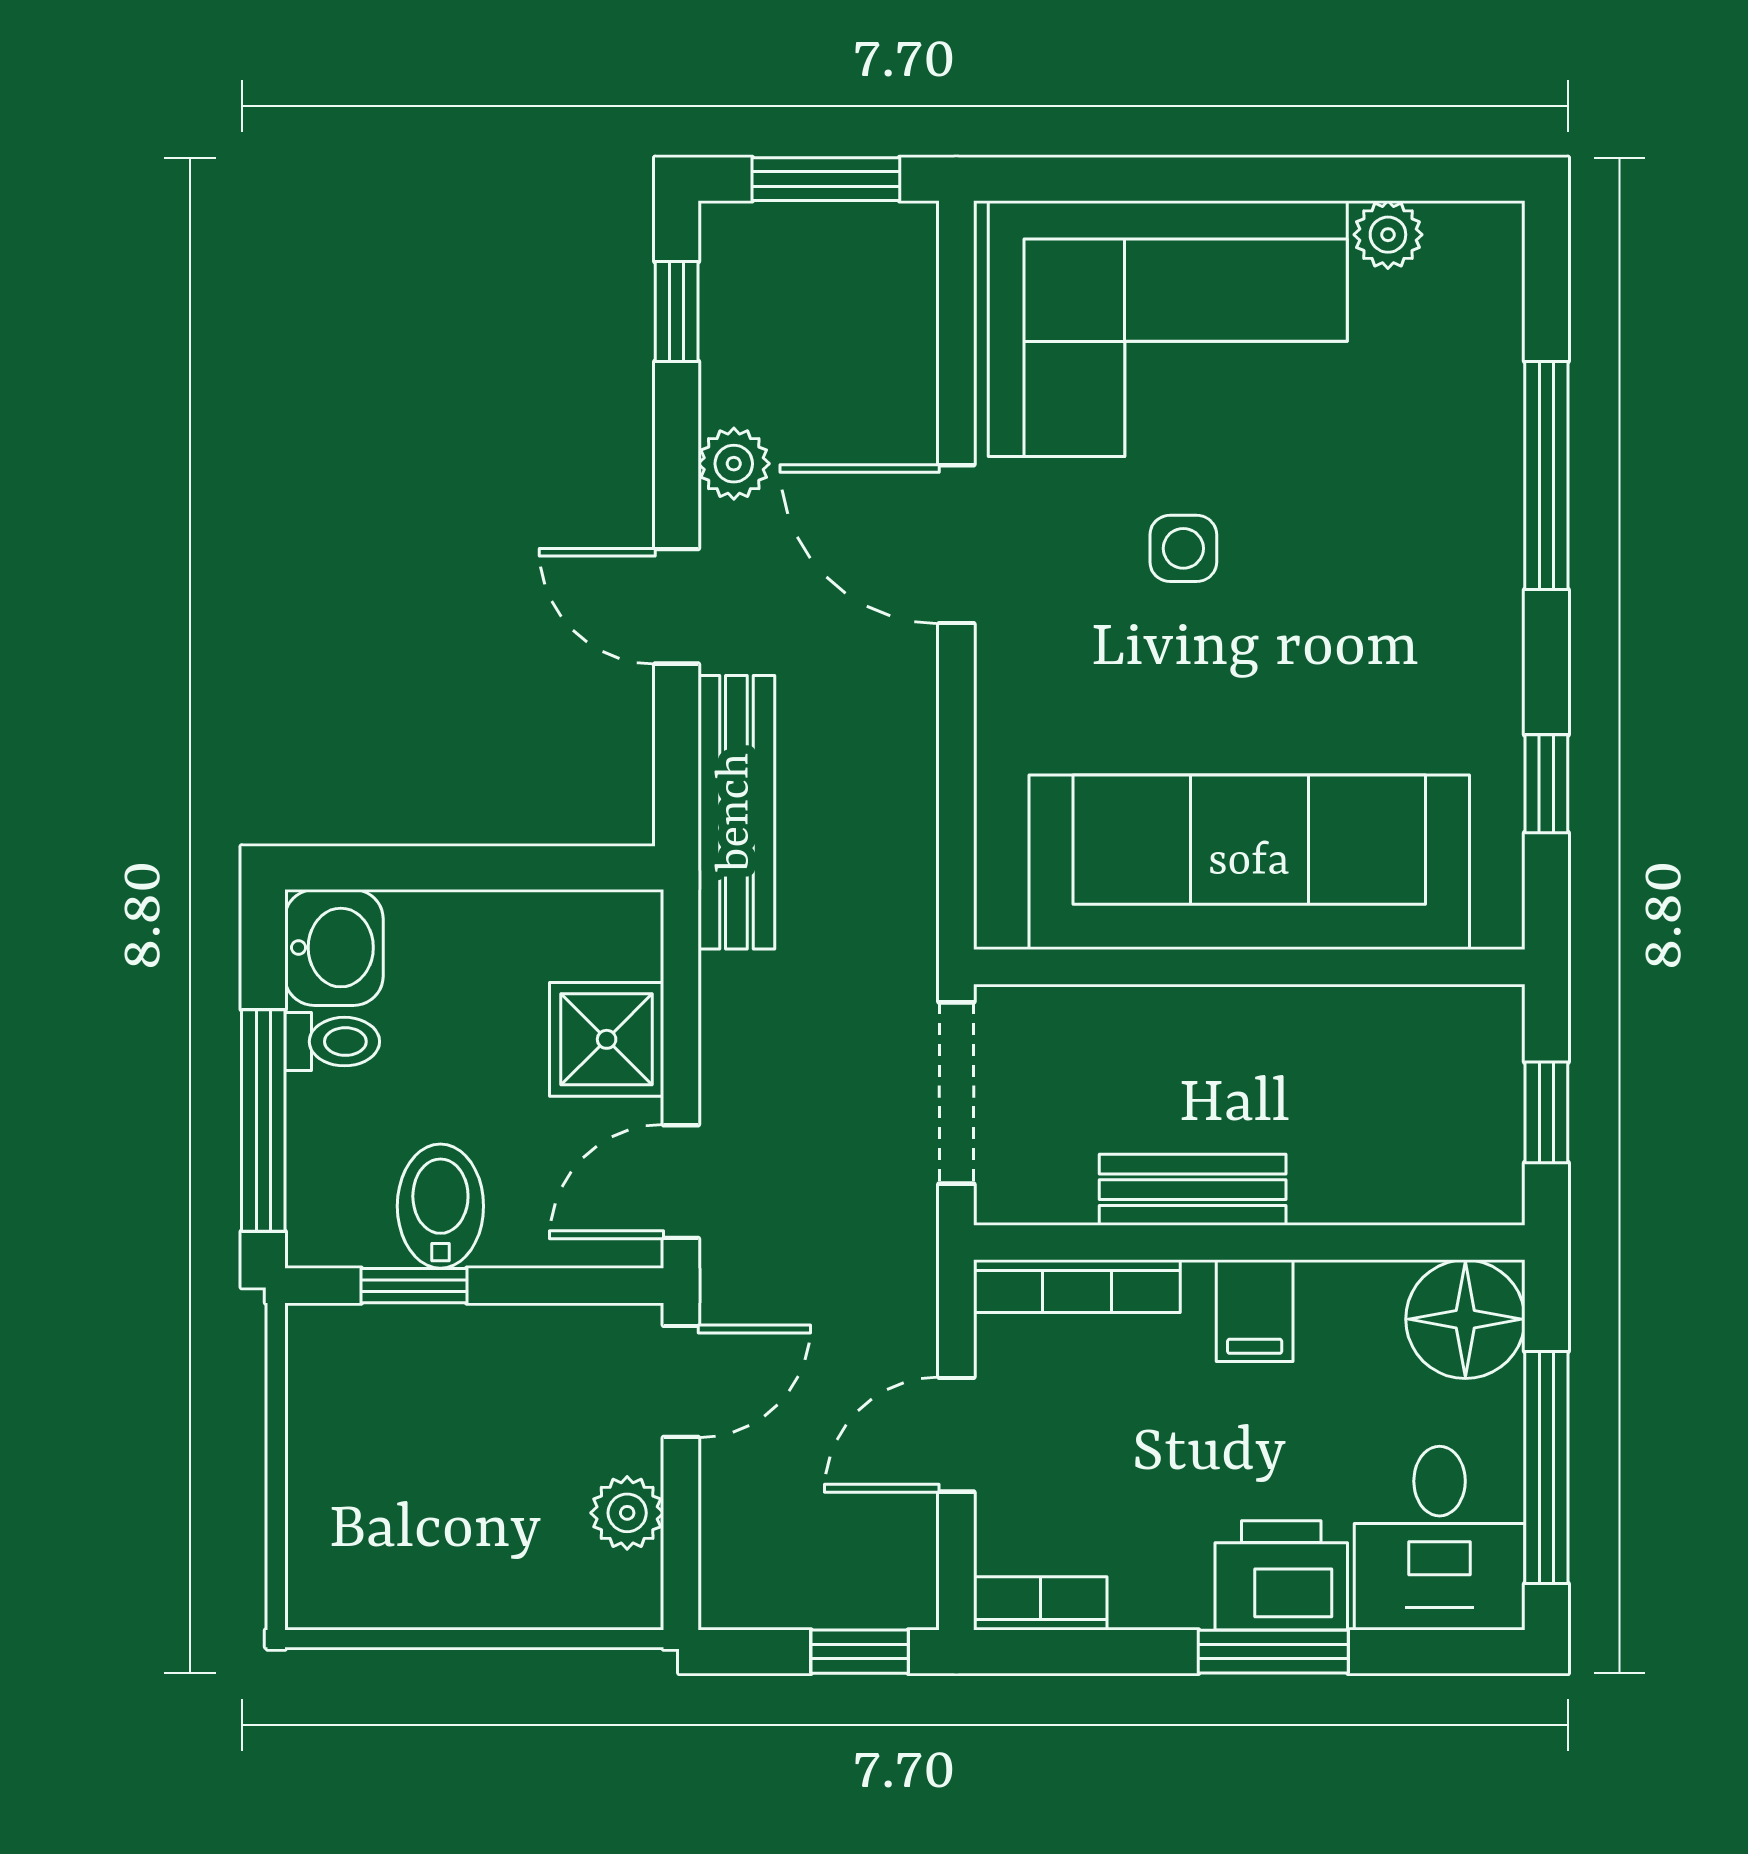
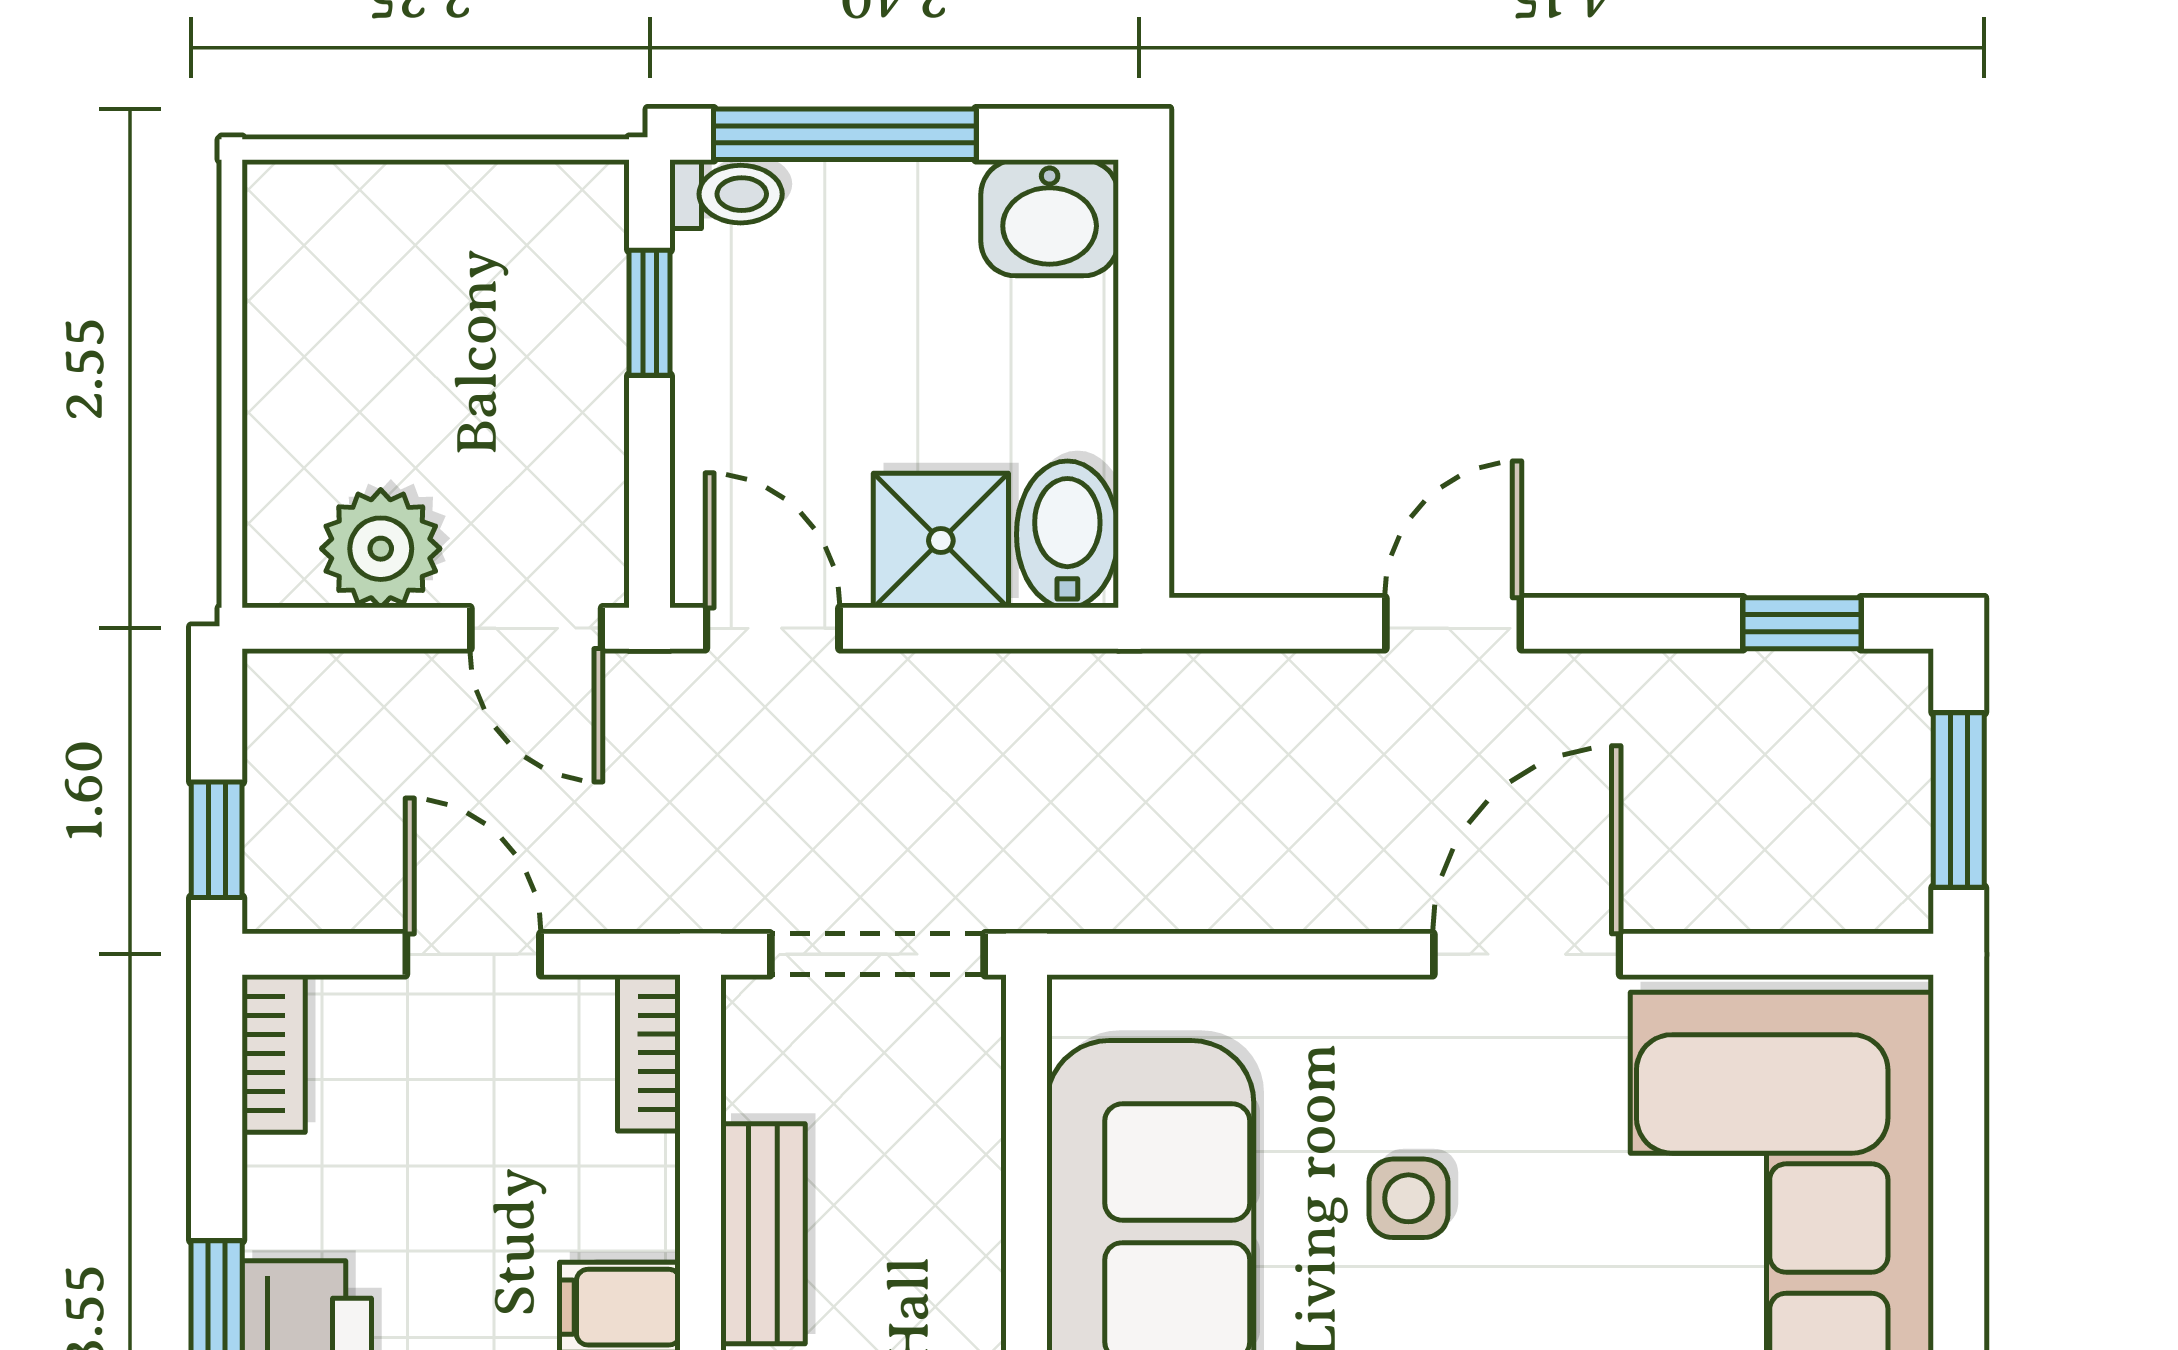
plant: (734, 464) -> (1622, 691), removed
side table: (1183, 548) -> (1408, 1198), moved
bench: (736, 812) -> (1210, 694), removed
toilet: (332, 1042) -> (726, 194), moved, turned -90
bidet: (440, 1206) -> (1067, 534), moved, turned -90
bookcase: (1077, 1286) -> (649, 1053), width x0.64
plant: (627, 1513) -> (381, 549), width x1.38, depth x1.38

